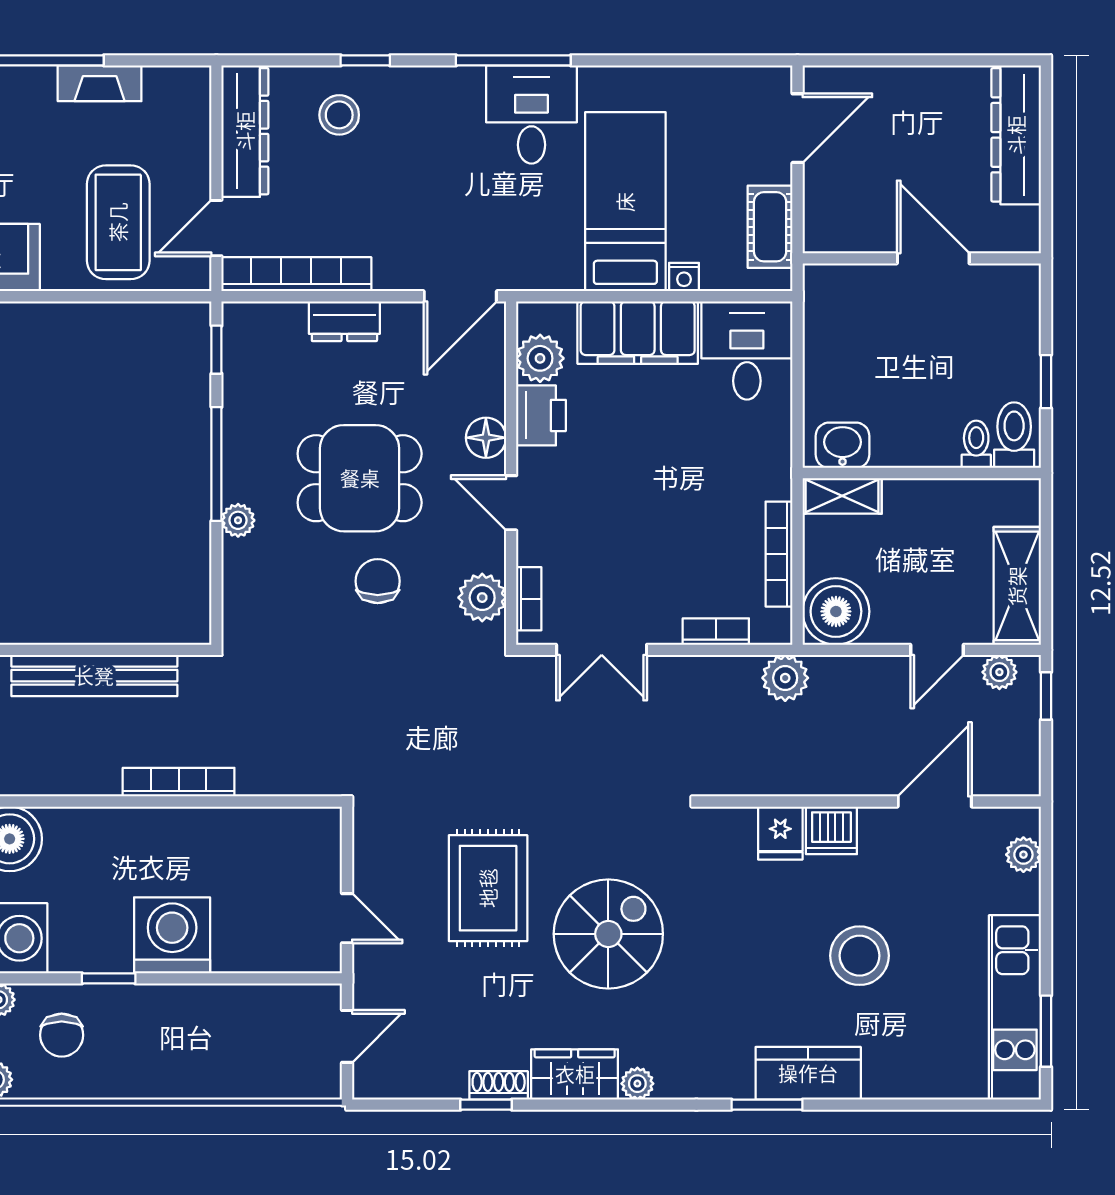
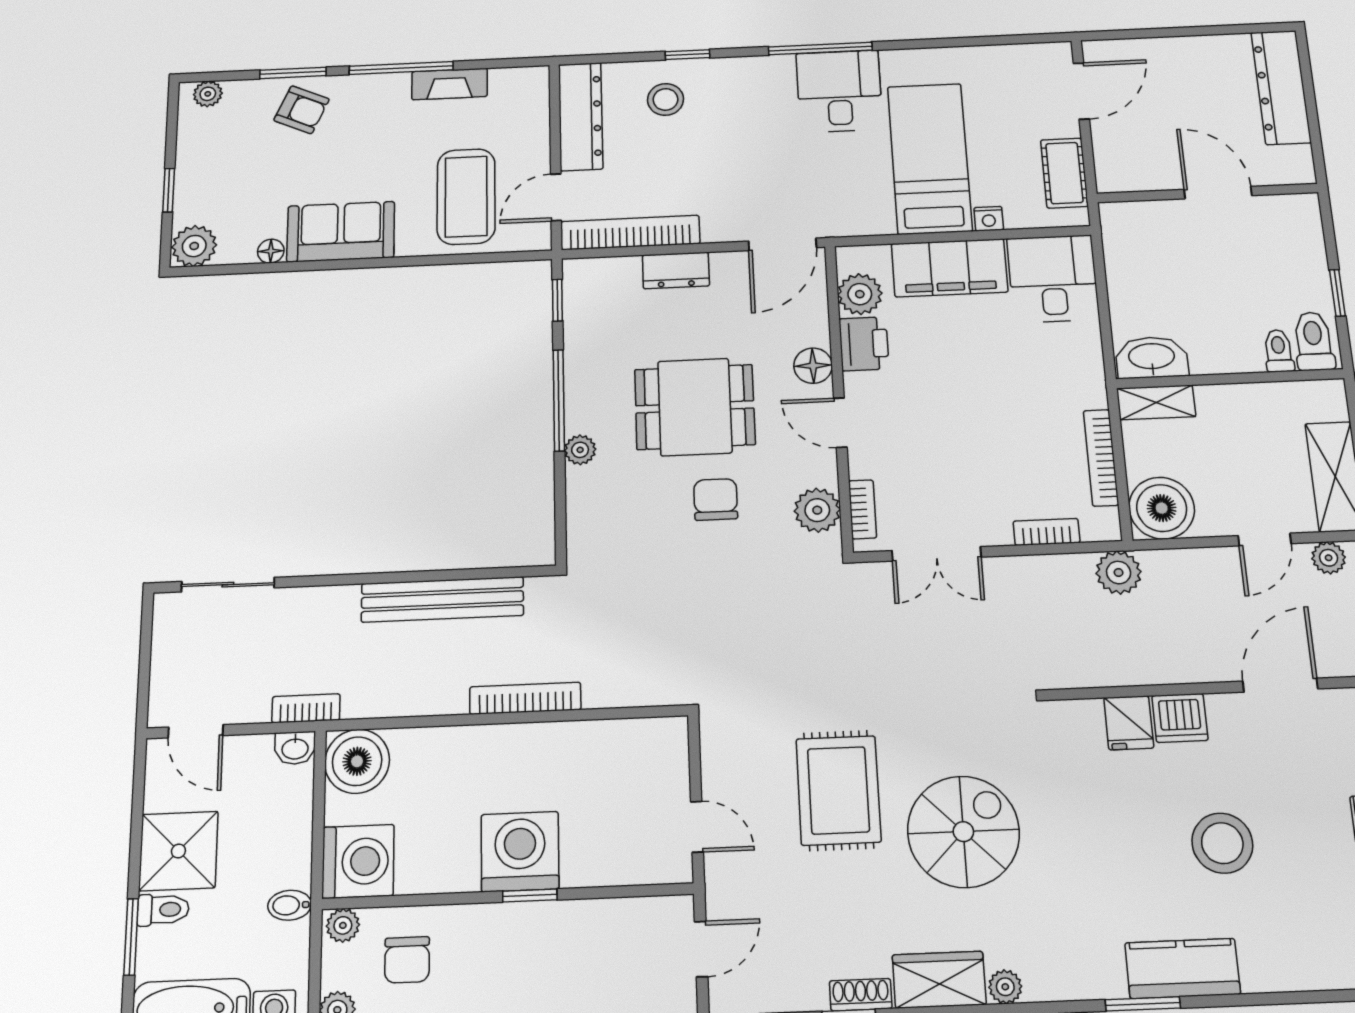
washbasin: (843, 445) -> (1152, 357), width x1.38
window: (109, 978) -> (530, 895), moved

